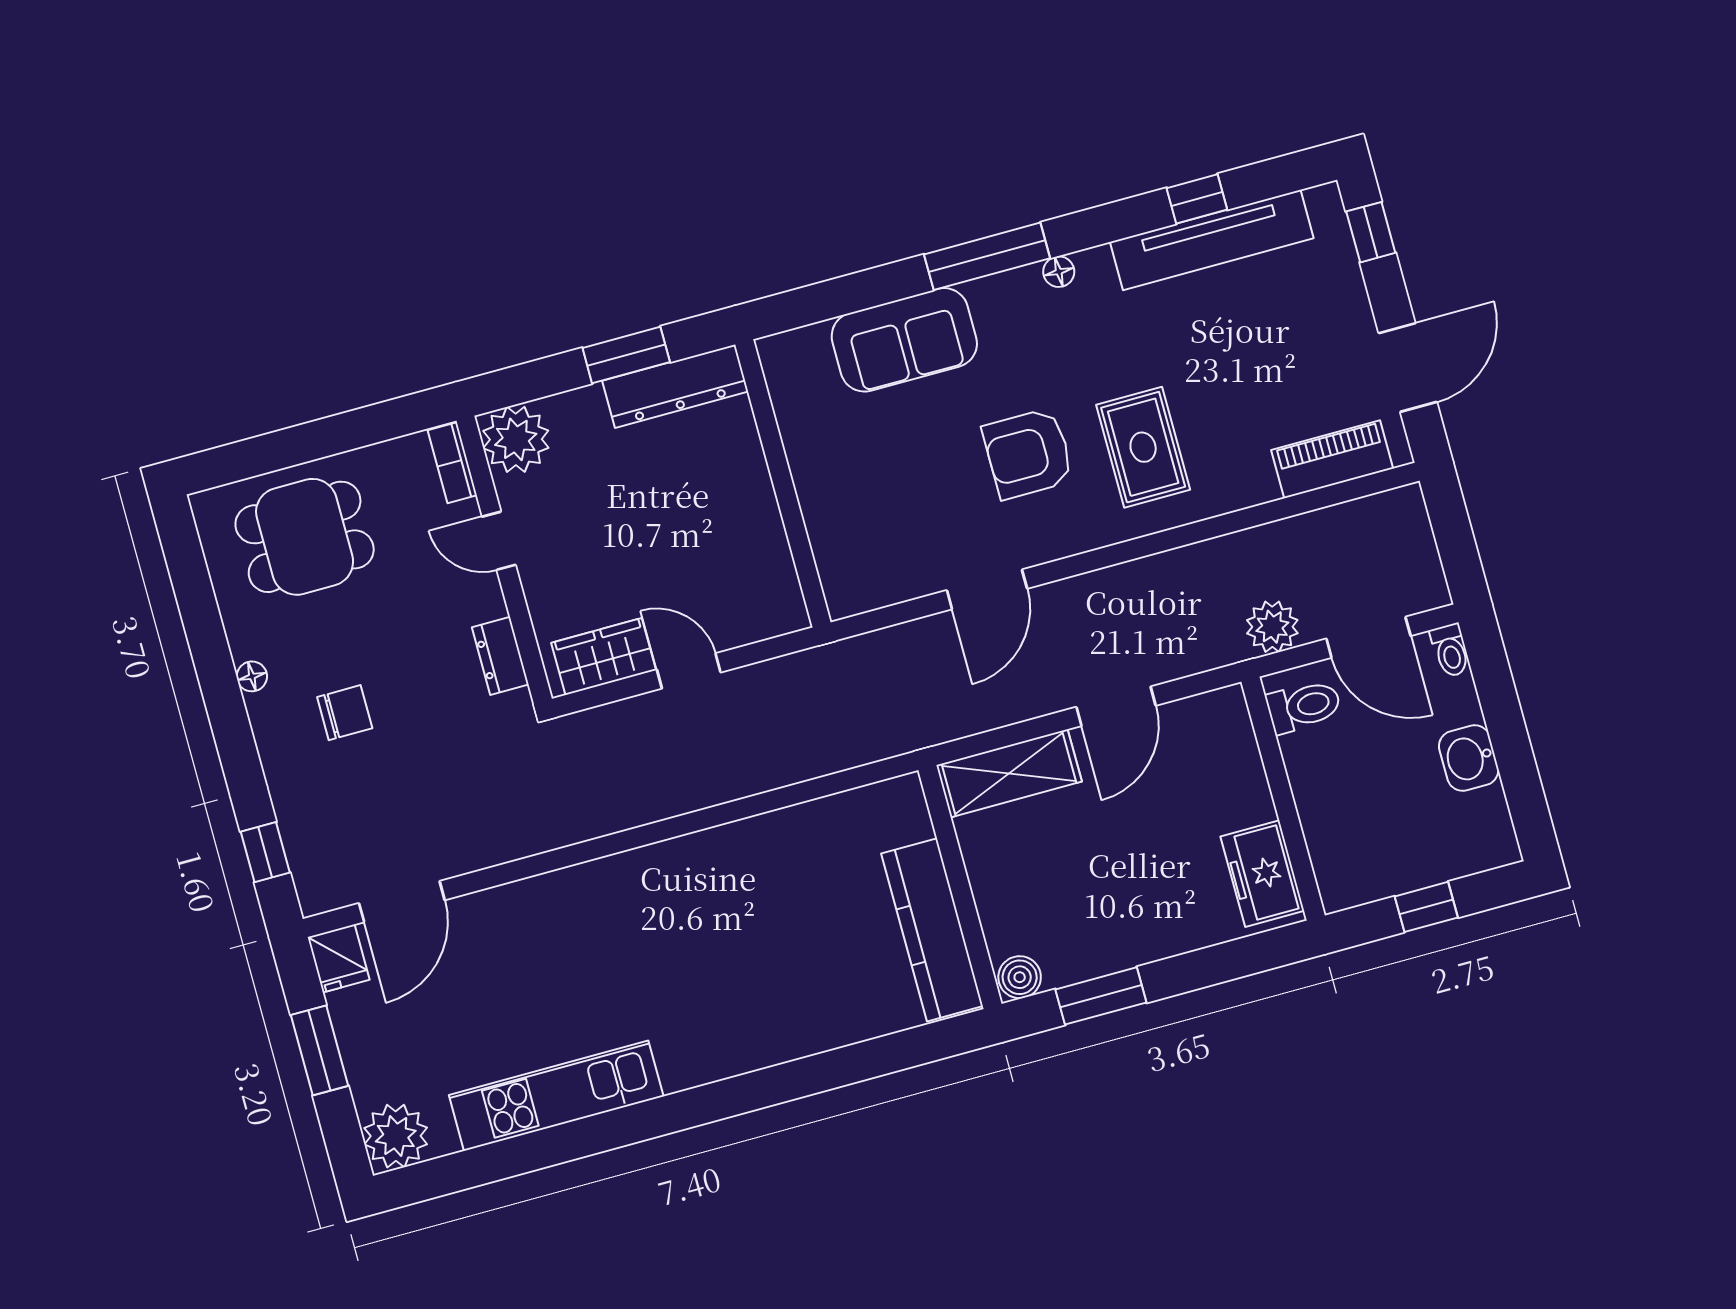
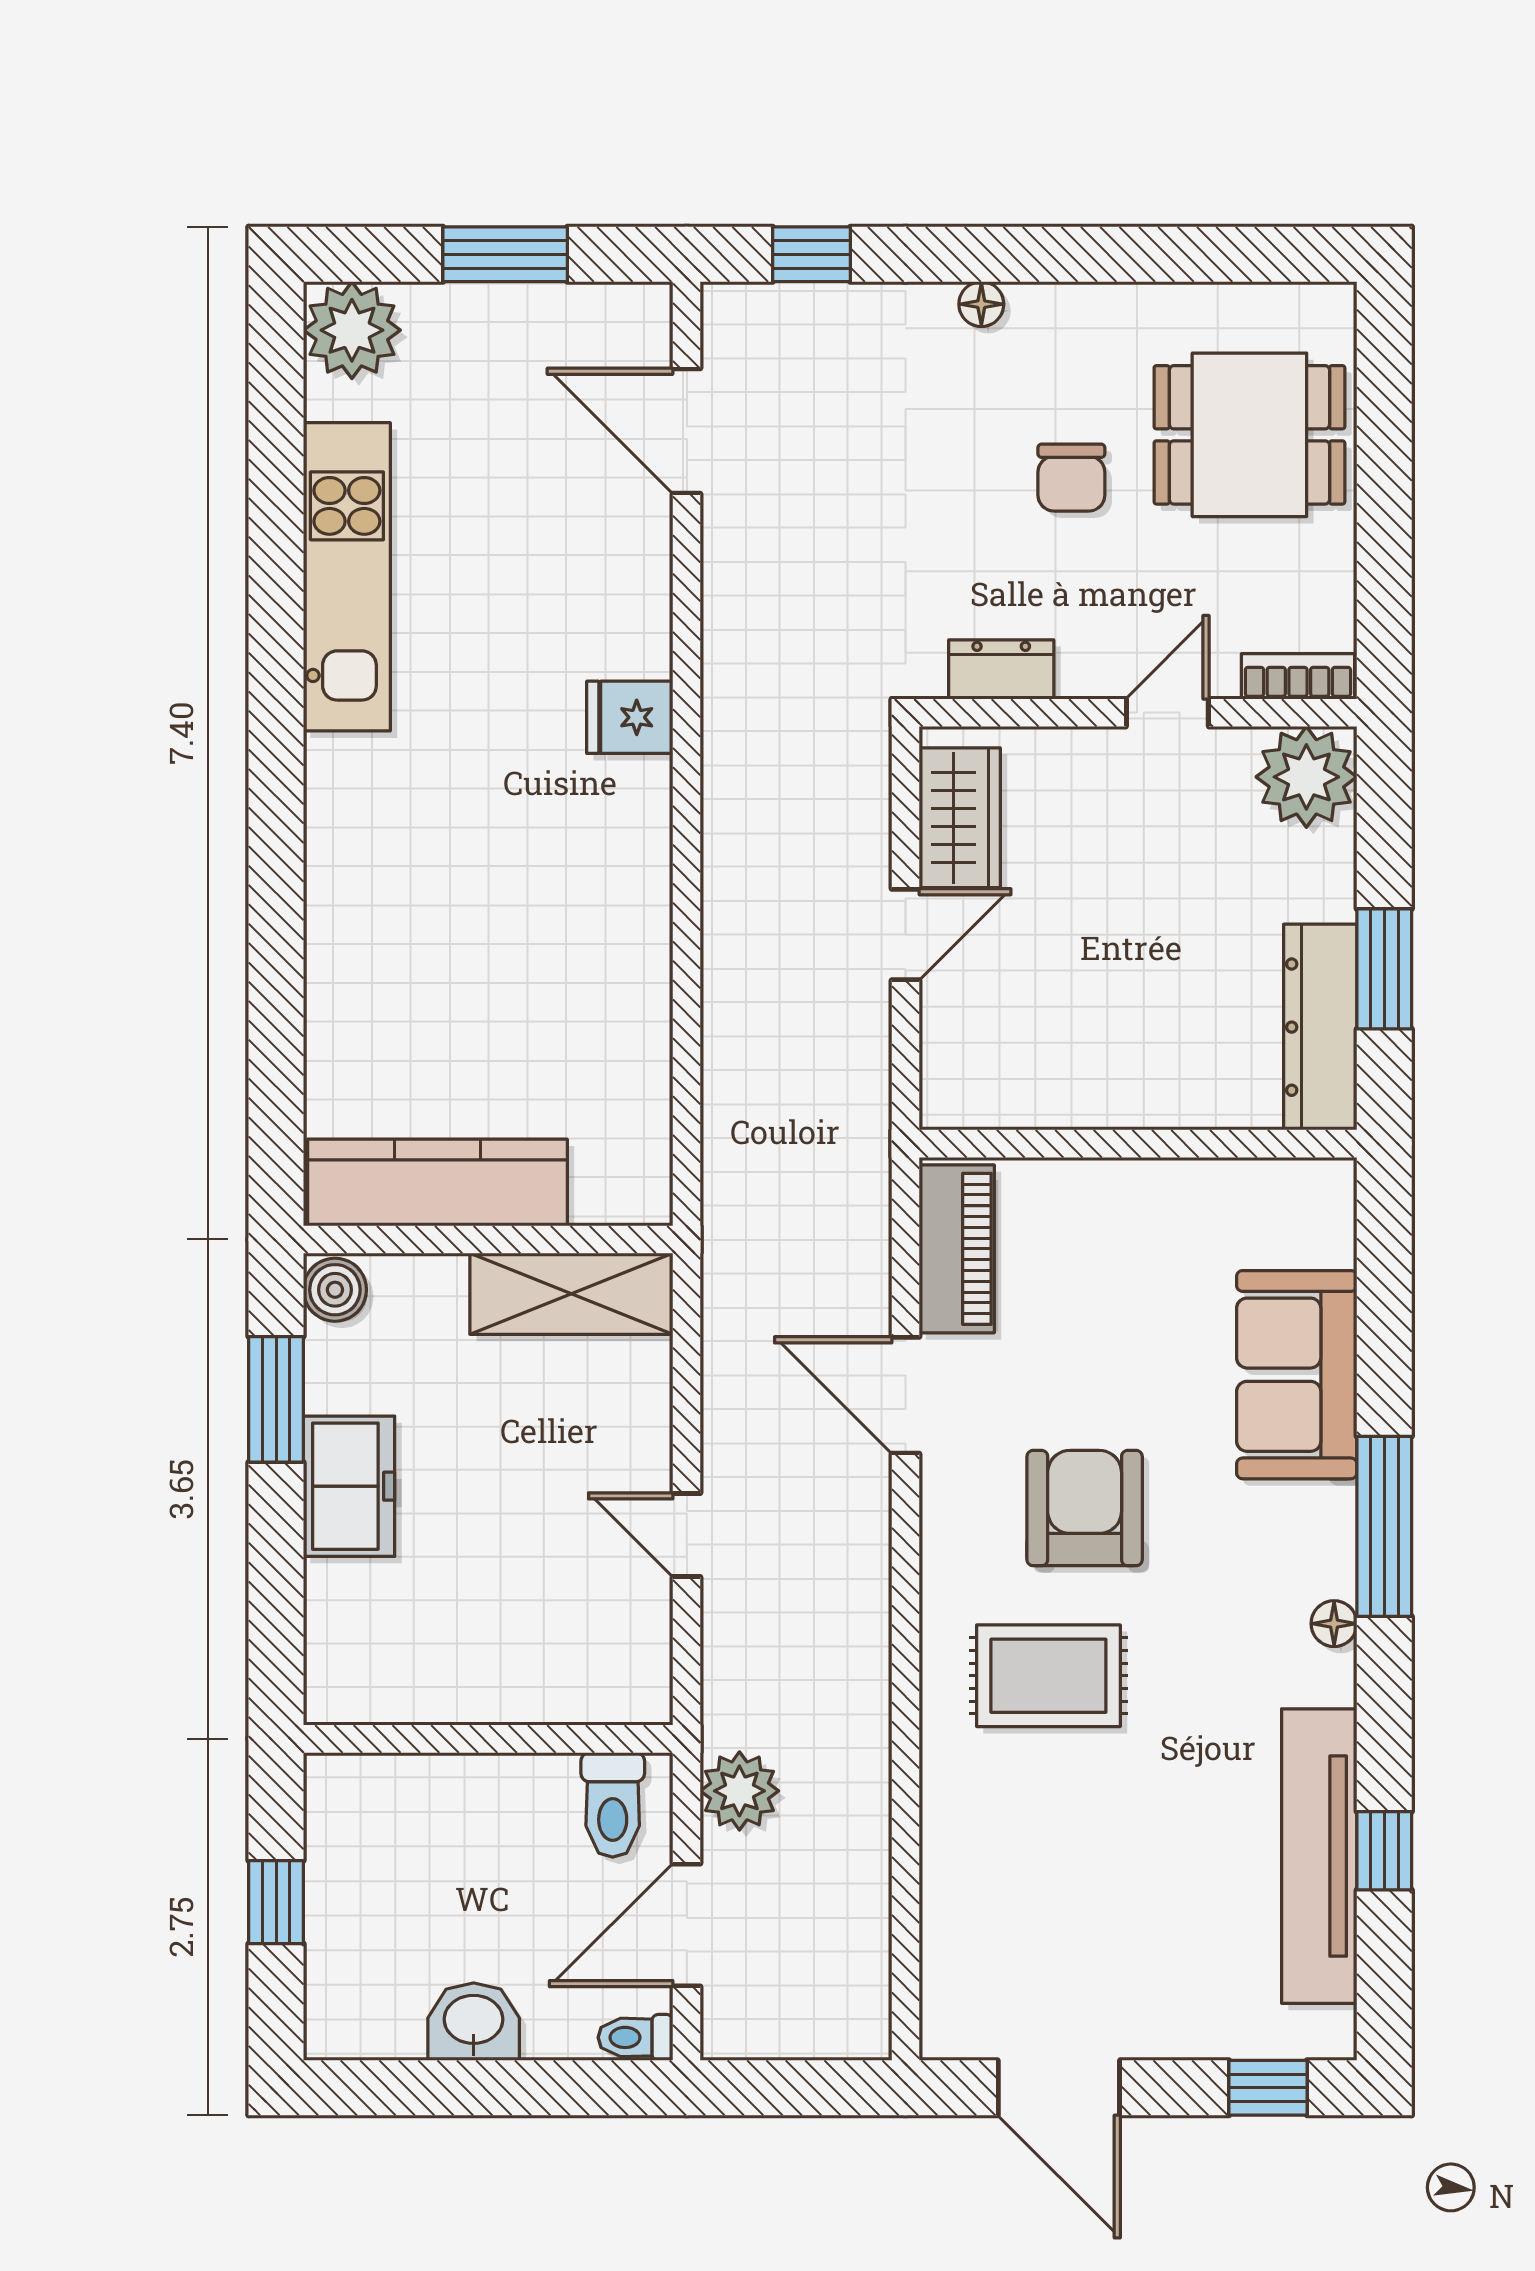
piano: (1332, 459) -> (957, 1249), moved
dining table: (305, 537) -> (1249, 435), turned 90
floor lamp: (252, 676) -> (981, 304), moved
door: (1116, 706) -> (687, 1535), width x0.73
chair: (345, 713) -> (1071, 478), moved
shelving: (1009, 773) -> (571, 1294), moved, turned 90
freezer: (1262, 874) -> (349, 1486), moved, turned 90
fridge: (339, 958) -> (630, 717), moved

